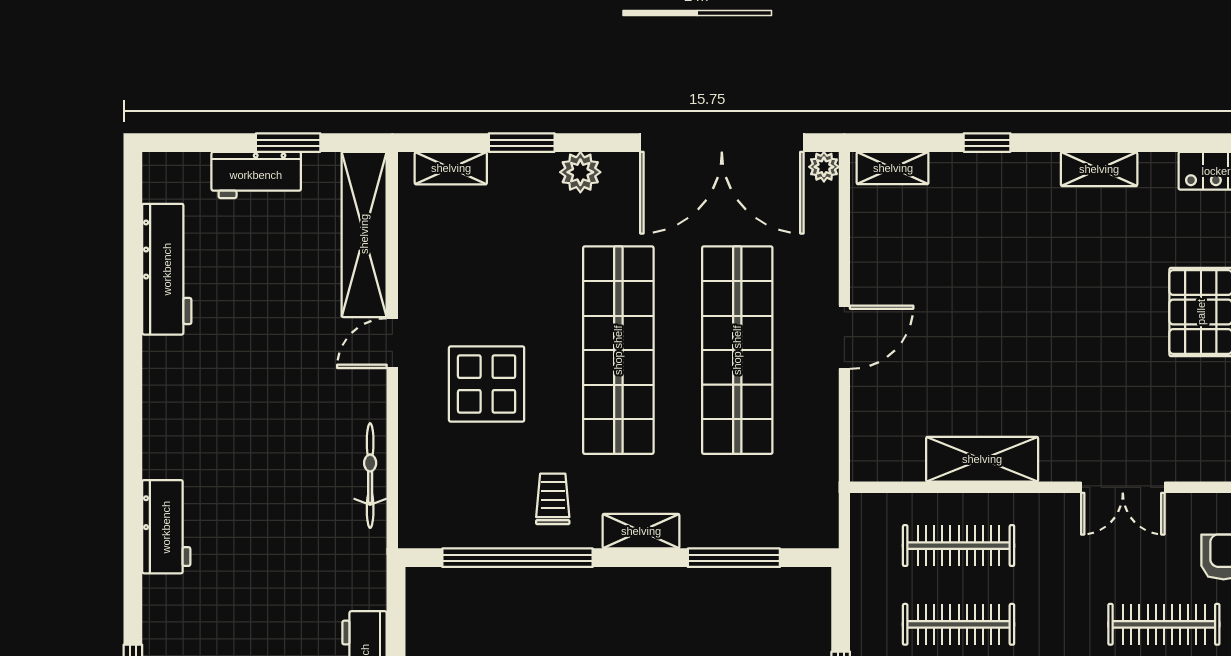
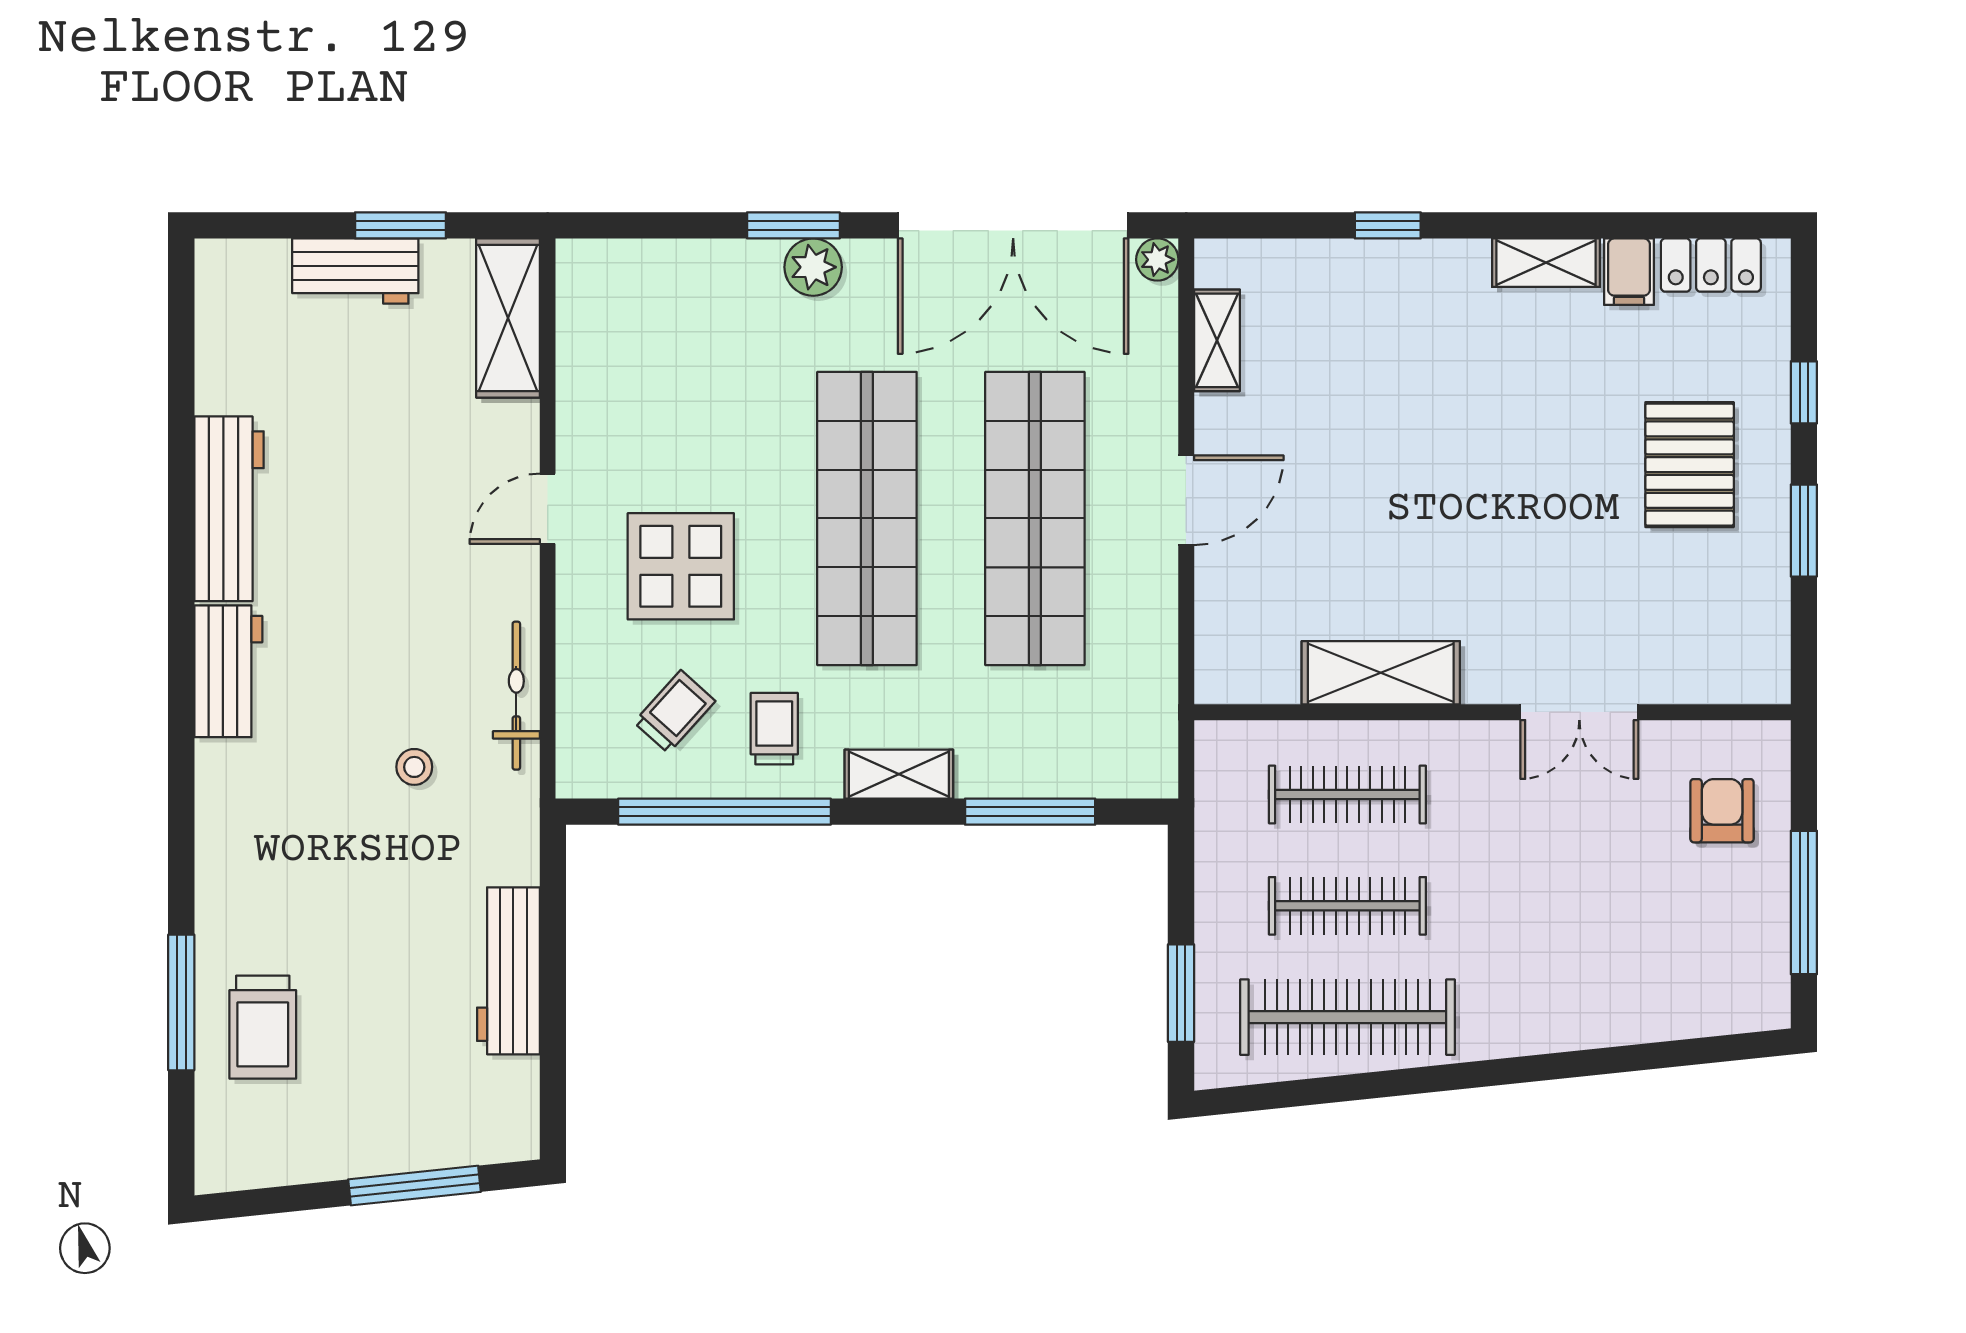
window: (522, 143) -> (793, 225), moved
shelving: (451, 168) -> (630, 261), removed
shelving: (893, 168) -> (1217, 340), moved, turned 90
filing cabinet: (1158, 175) -> (1629, 272), added
shelving: (364, 234) -> (508, 318), width x0.68
workbench: (167, 269) -> (229, 509), moved
trolley: (482, 487) -> (675, 712), added
stool: (298, 526) -> (414, 767), added
workbench: (166, 527) -> (228, 671), moved
clothes rail: (1164, 624) -> (1637, 906), removed

